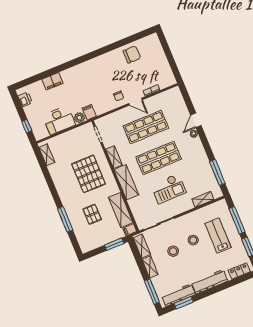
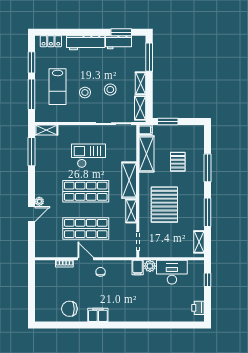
filing cabinet: (52, 81) -> (98, 315), moved
window: (50, 182) -> (208, 212), added
shelving: (203, 199) -> (46, 130), moved
workbench: (178, 295) -> (118, 42), width x0.73

